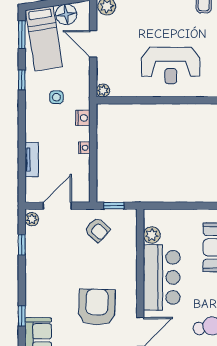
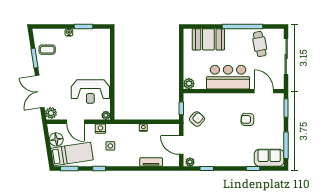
door: (93, 44) -> (75, 122), hinge flipped
reception desk: (171, 65) -> (90, 92), moved, turned 90
nightstand: (83, 118) -> (100, 129), moved
plant: (152, 235) -> (189, 84), moved
armchair: (97, 307) -> (247, 119), width x0.53, depth x0.53

